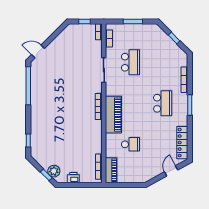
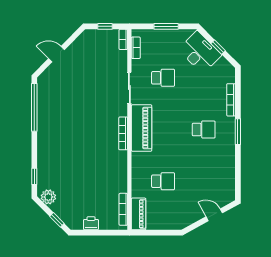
desk: (160, 42) -> (200, 52), added
door: (38, 52) -> (57, 54), moved
school desk: (130, 62) -> (163, 78), width x0.54
school desk: (163, 103) -> (204, 130), width x0.54
piano: (113, 115) -> (142, 128), moved
locker: (182, 143) -> (228, 179), removed
plant: (54, 171) -> (48, 197), moved
door: (171, 171) -> (214, 215), hinge flipped

